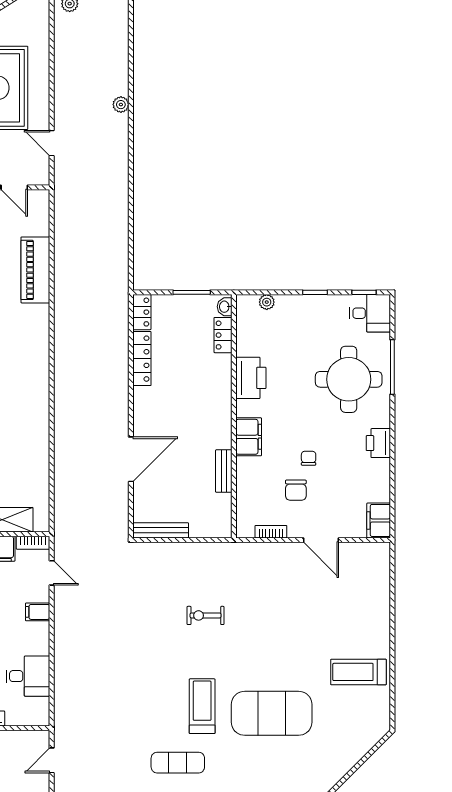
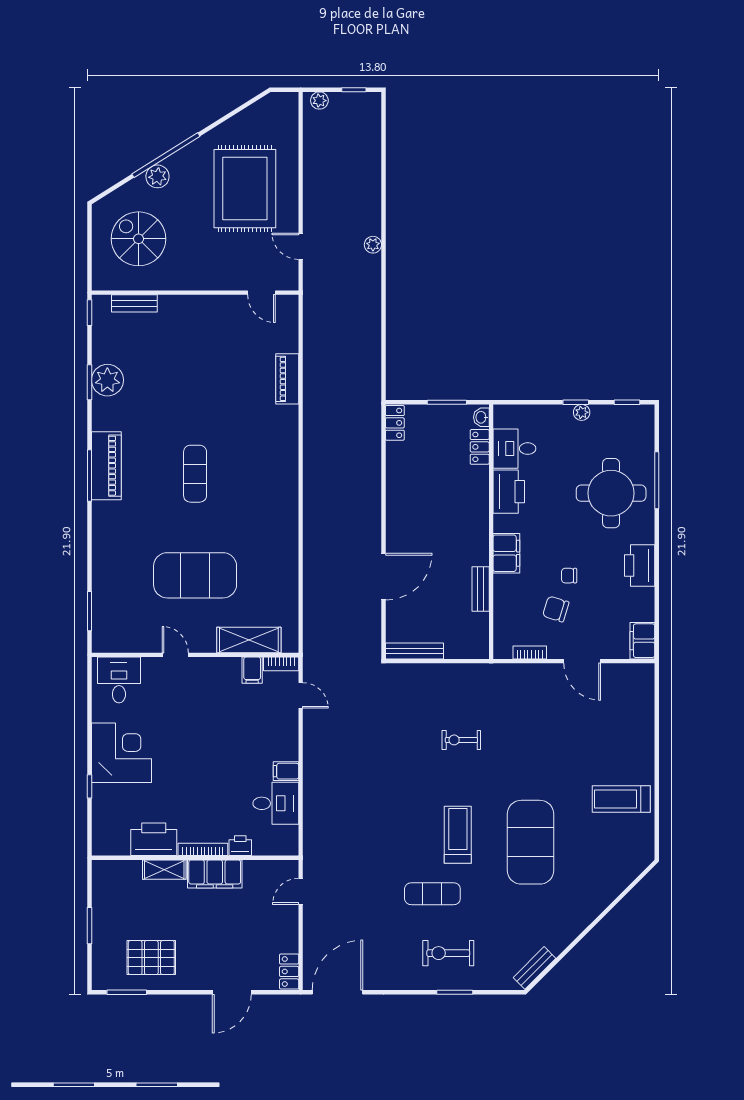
plant: (121, 105) -> (373, 245), moved
piano: (35, 270) -> (287, 379), width x0.73, depth x0.75
plant: (267, 302) -> (582, 412), moved
desk: (370, 313) -> (514, 449), moved, turned 180
locker: (142, 359) -> (395, 471), removed
printer: (378, 443) -> (640, 565), width x1.37, depth x1.19
chair: (309, 458) -> (569, 576), turned -90
chair: (296, 490) -> (556, 609), turned 107
filing cabinet: (38, 612) -> (286, 771), moved
exercise mat: (272, 713) -> (530, 842), turned 90

